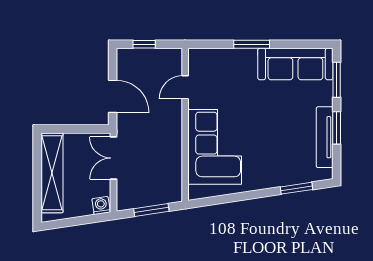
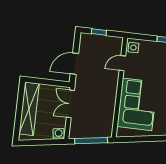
side table: (199, 62) -> (133, 48), added
door: (113, 96) -> (74, 64), swing flipped
window: (151, 210) -> (91, 141), width x1.44

